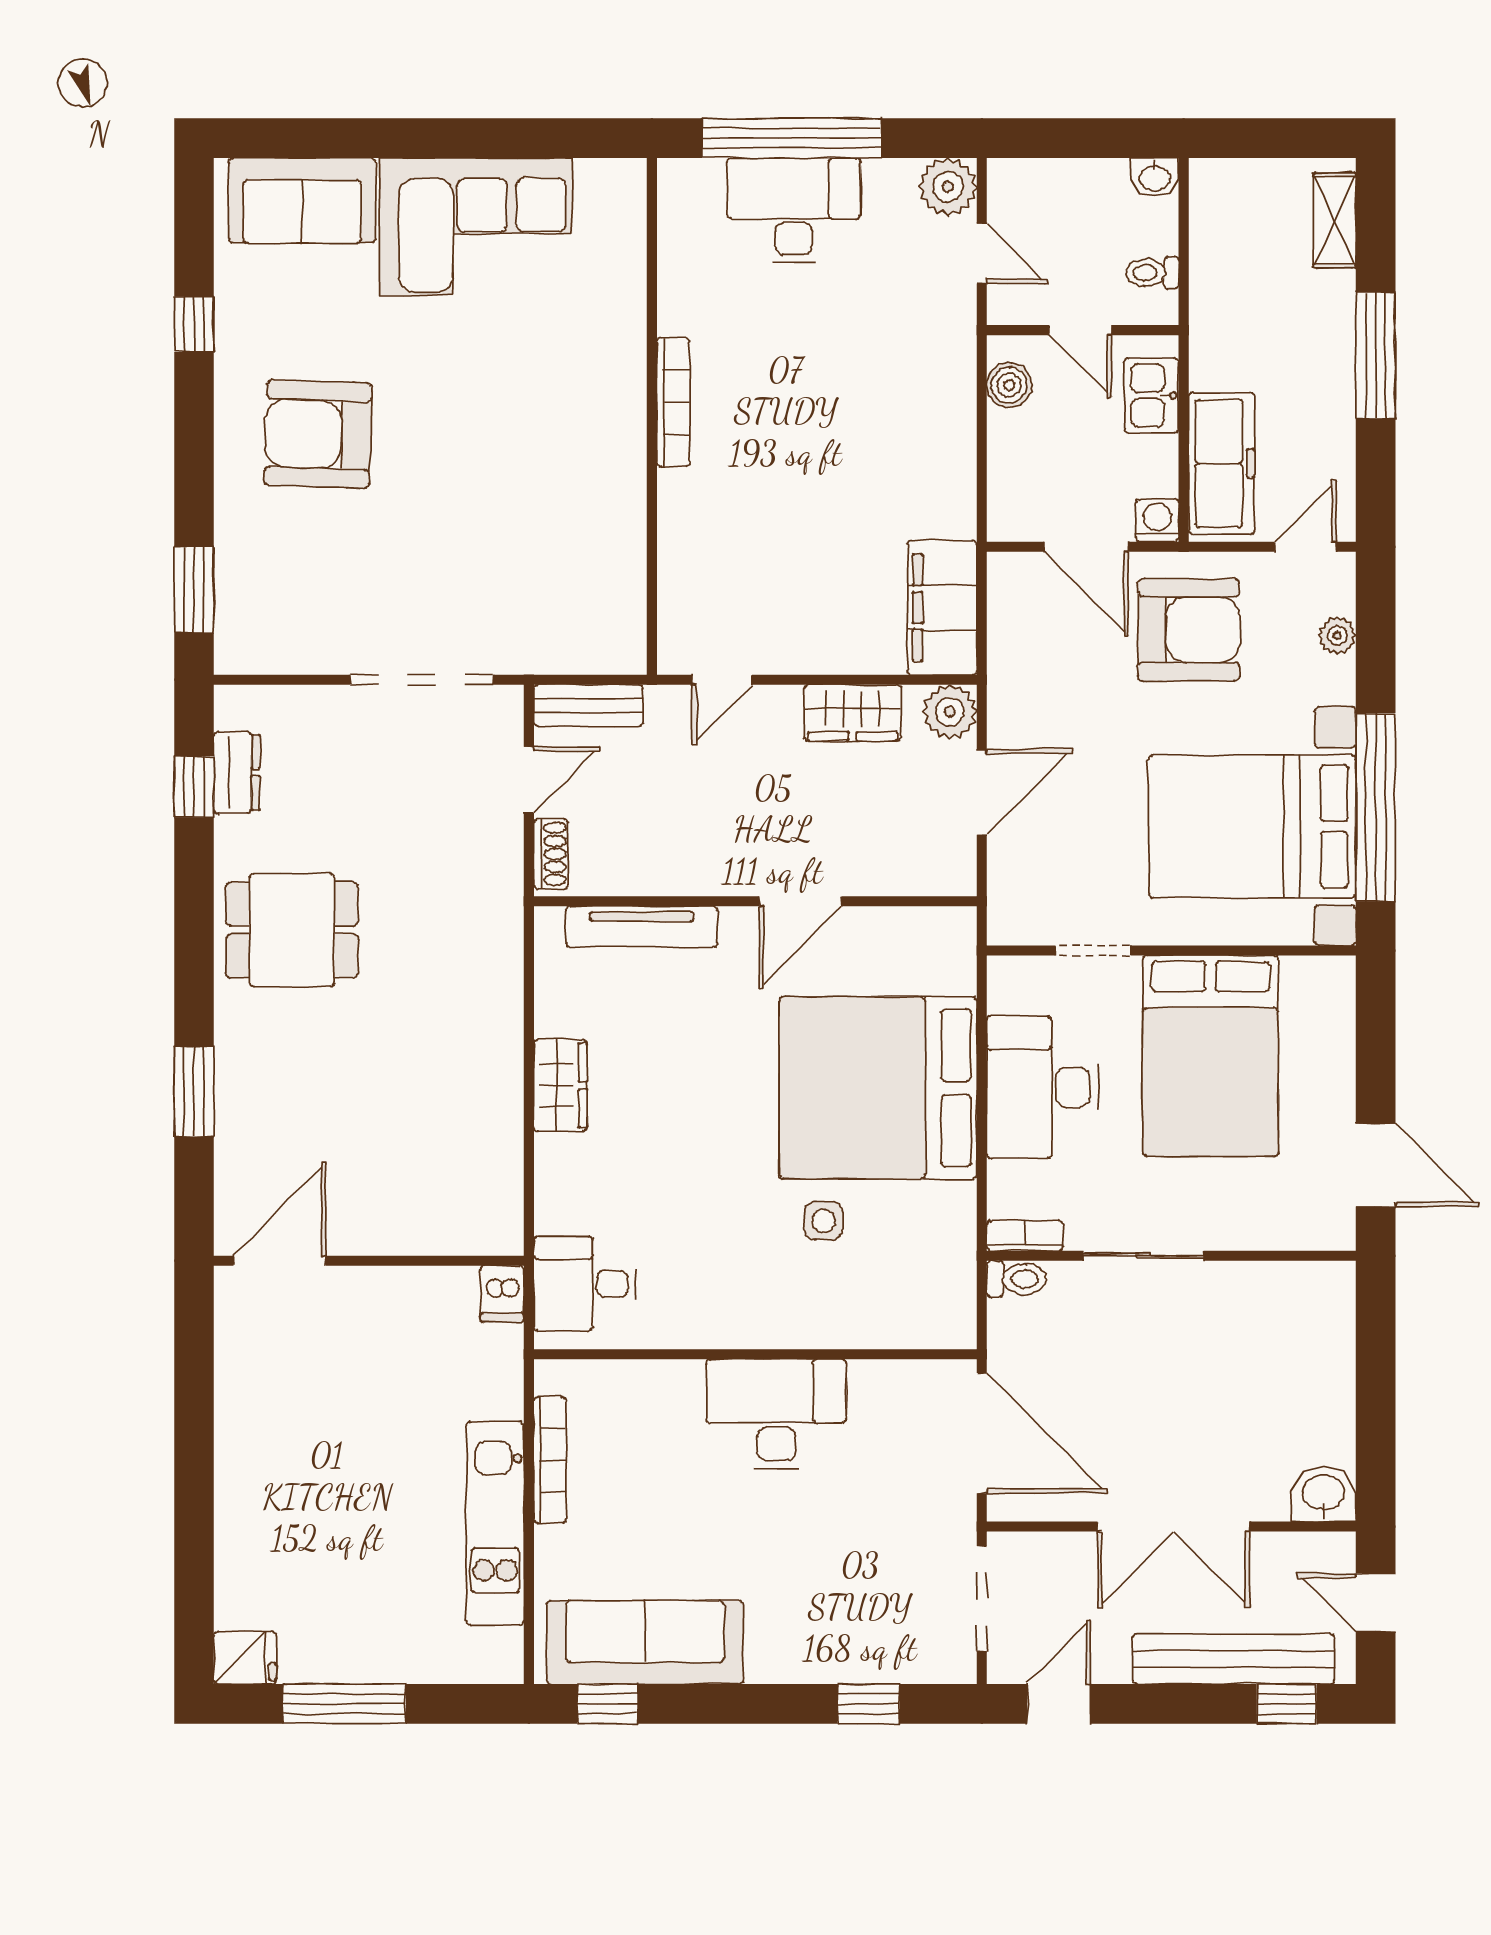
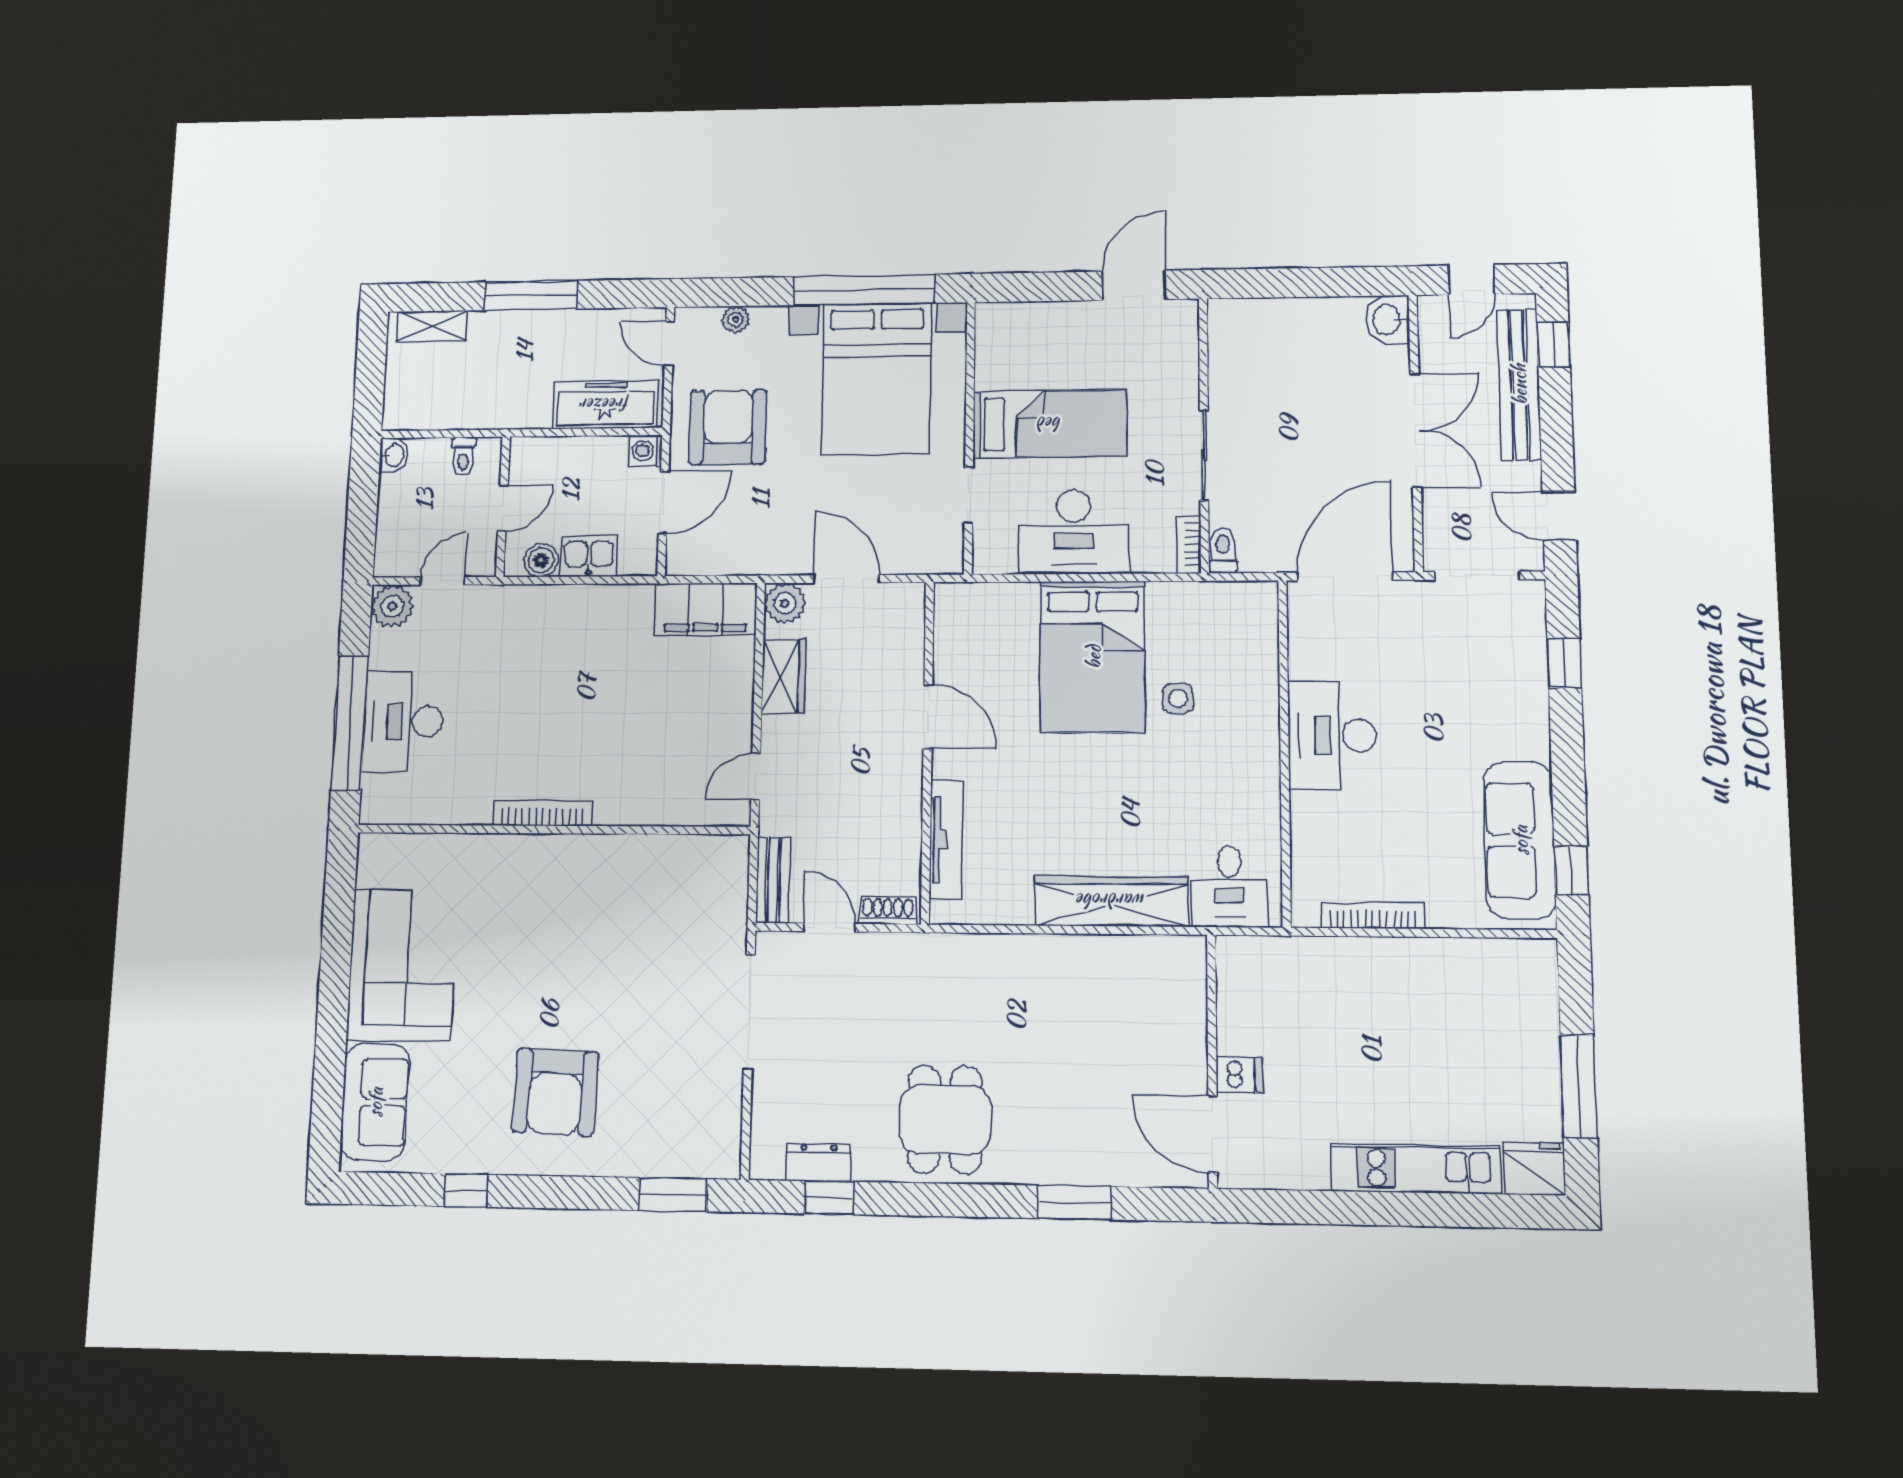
kitchen sink: (1151, 395) -> (589, 556), moved, turned 180
door: (722, 680) -> (756, 776), swing flipped
bed: (1210, 1056) -> (1050, 424), width x0.67
wardrobe: (560, 1085) -> (1111, 901), width x2.10, depth x1.17
bed: (878, 1088) -> (1093, 657), width x0.73
dishwasher: (502, 1294) -> (1239, 1075), moved
kitchen unit: (495, 1523) -> (1415, 1169), moved, turned 180
fridge: (245, 1658) -> (1534, 1169), width x1.38

